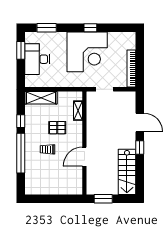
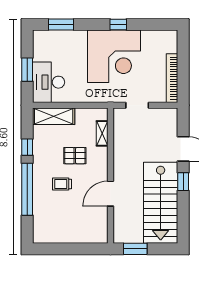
window: (21, 50) -> (27, 70), moved
desk: (37, 59) -> (49, 82), moved
stairs: (127, 172) -> (161, 203), width x1.36, depth x1.51

